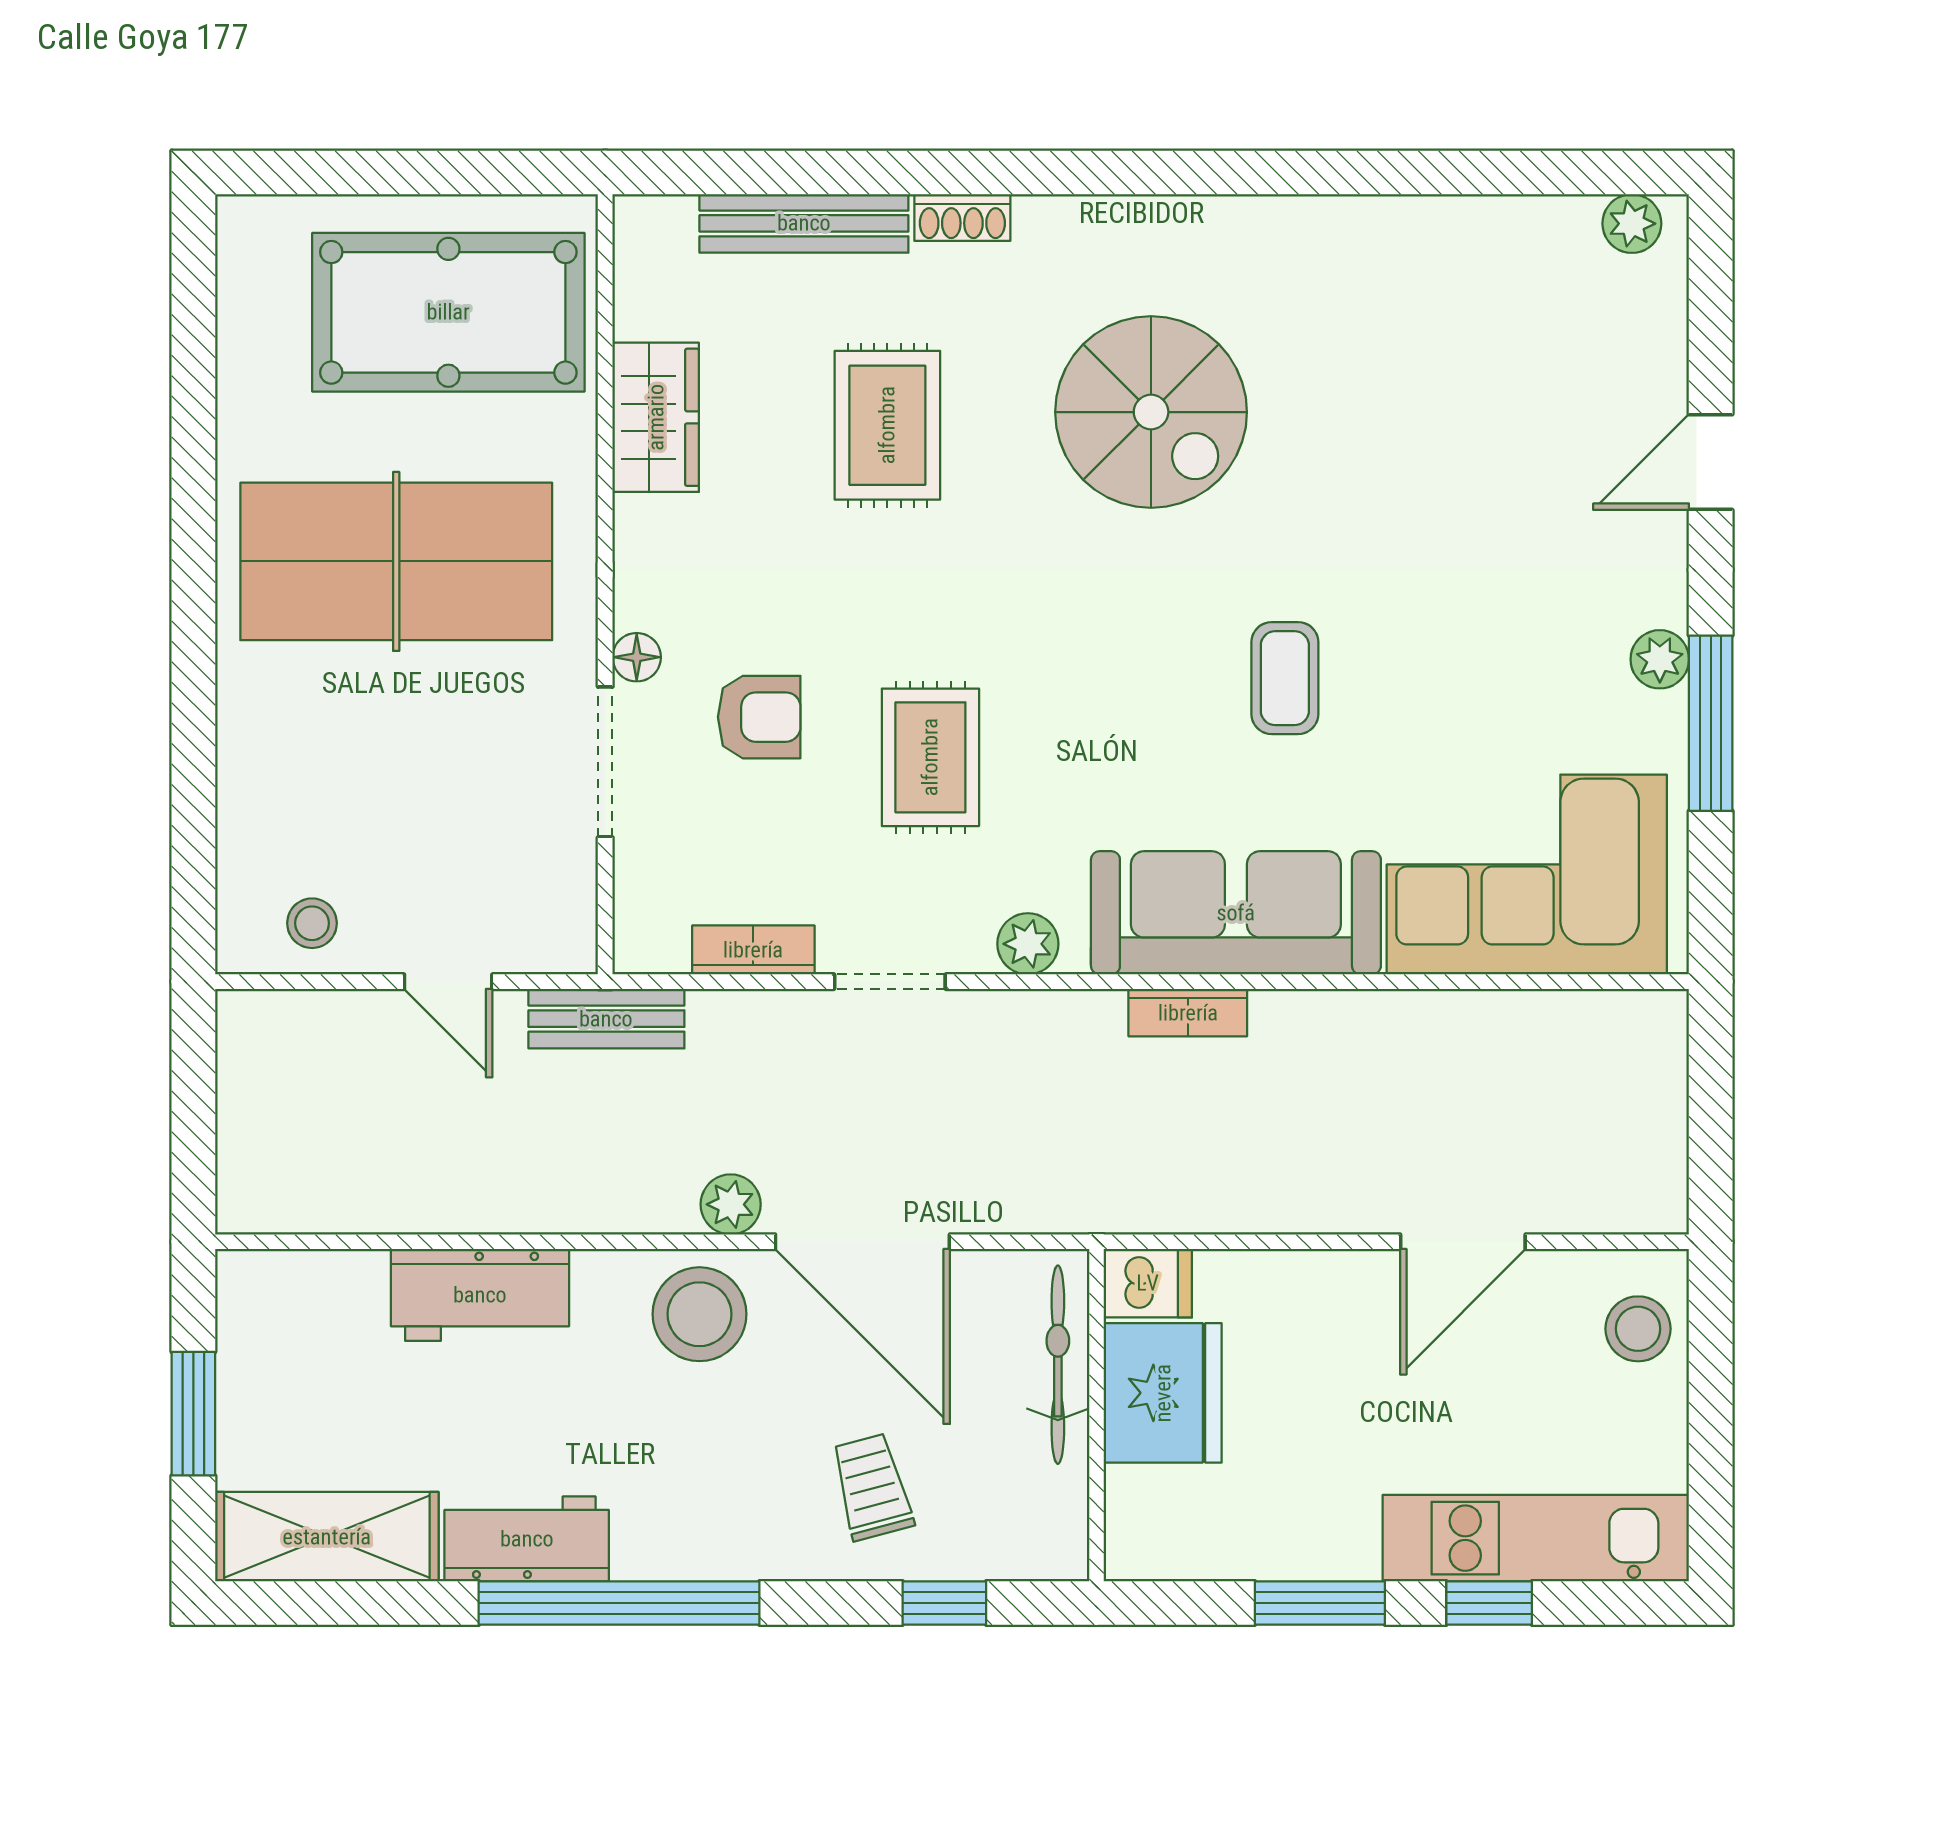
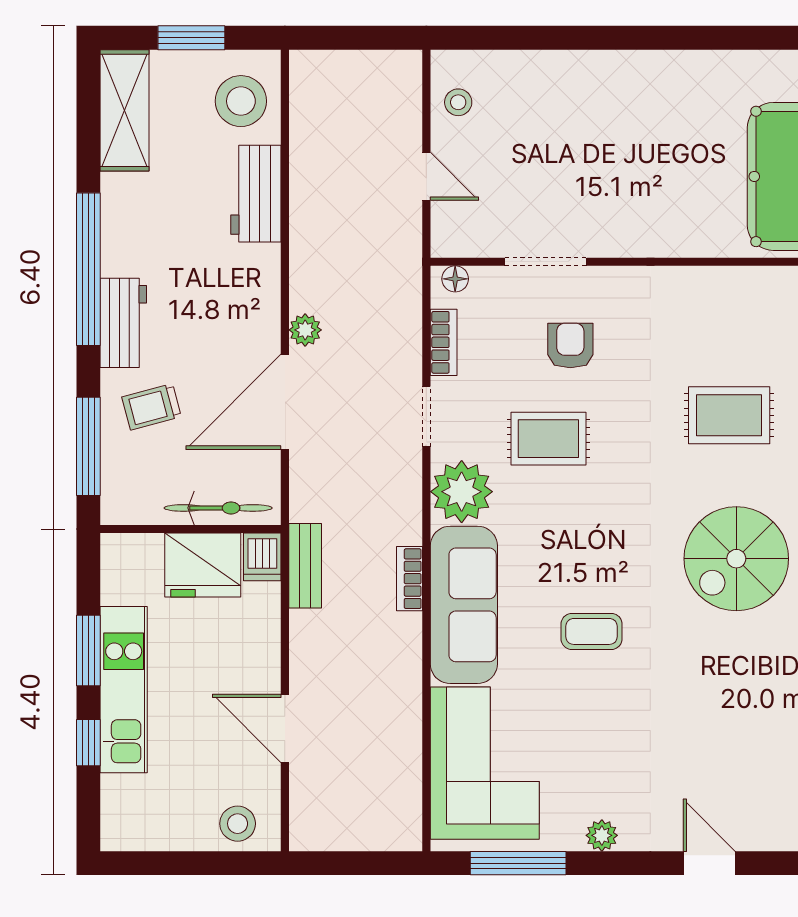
wardrobe: (656, 417) -> (733, 289), removed
table tennis table: (396, 561) -> (655, 148), removed
floor lamp: (637, 657) -> (455, 279), moved
armchair: (759, 717) -> (570, 346), turned 180
window: (1711, 723) -> (518, 863), moved
plant: (1028, 944) -> (462, 492), width x1.87, depth x1.87
door: (448, 982) -> (426, 176), swing flipped
bench: (606, 1019) -> (305, 566), moved
stool: (699, 1314) -> (241, 101), moved
trolley: (872, 1487) -> (151, 407), turned 180
kitchen unit: (1536, 1538) -> (124, 690), moved
workbench: (527, 1539) -> (123, 323), moved
window: (944, 1603) -> (88, 446), width x2.17

